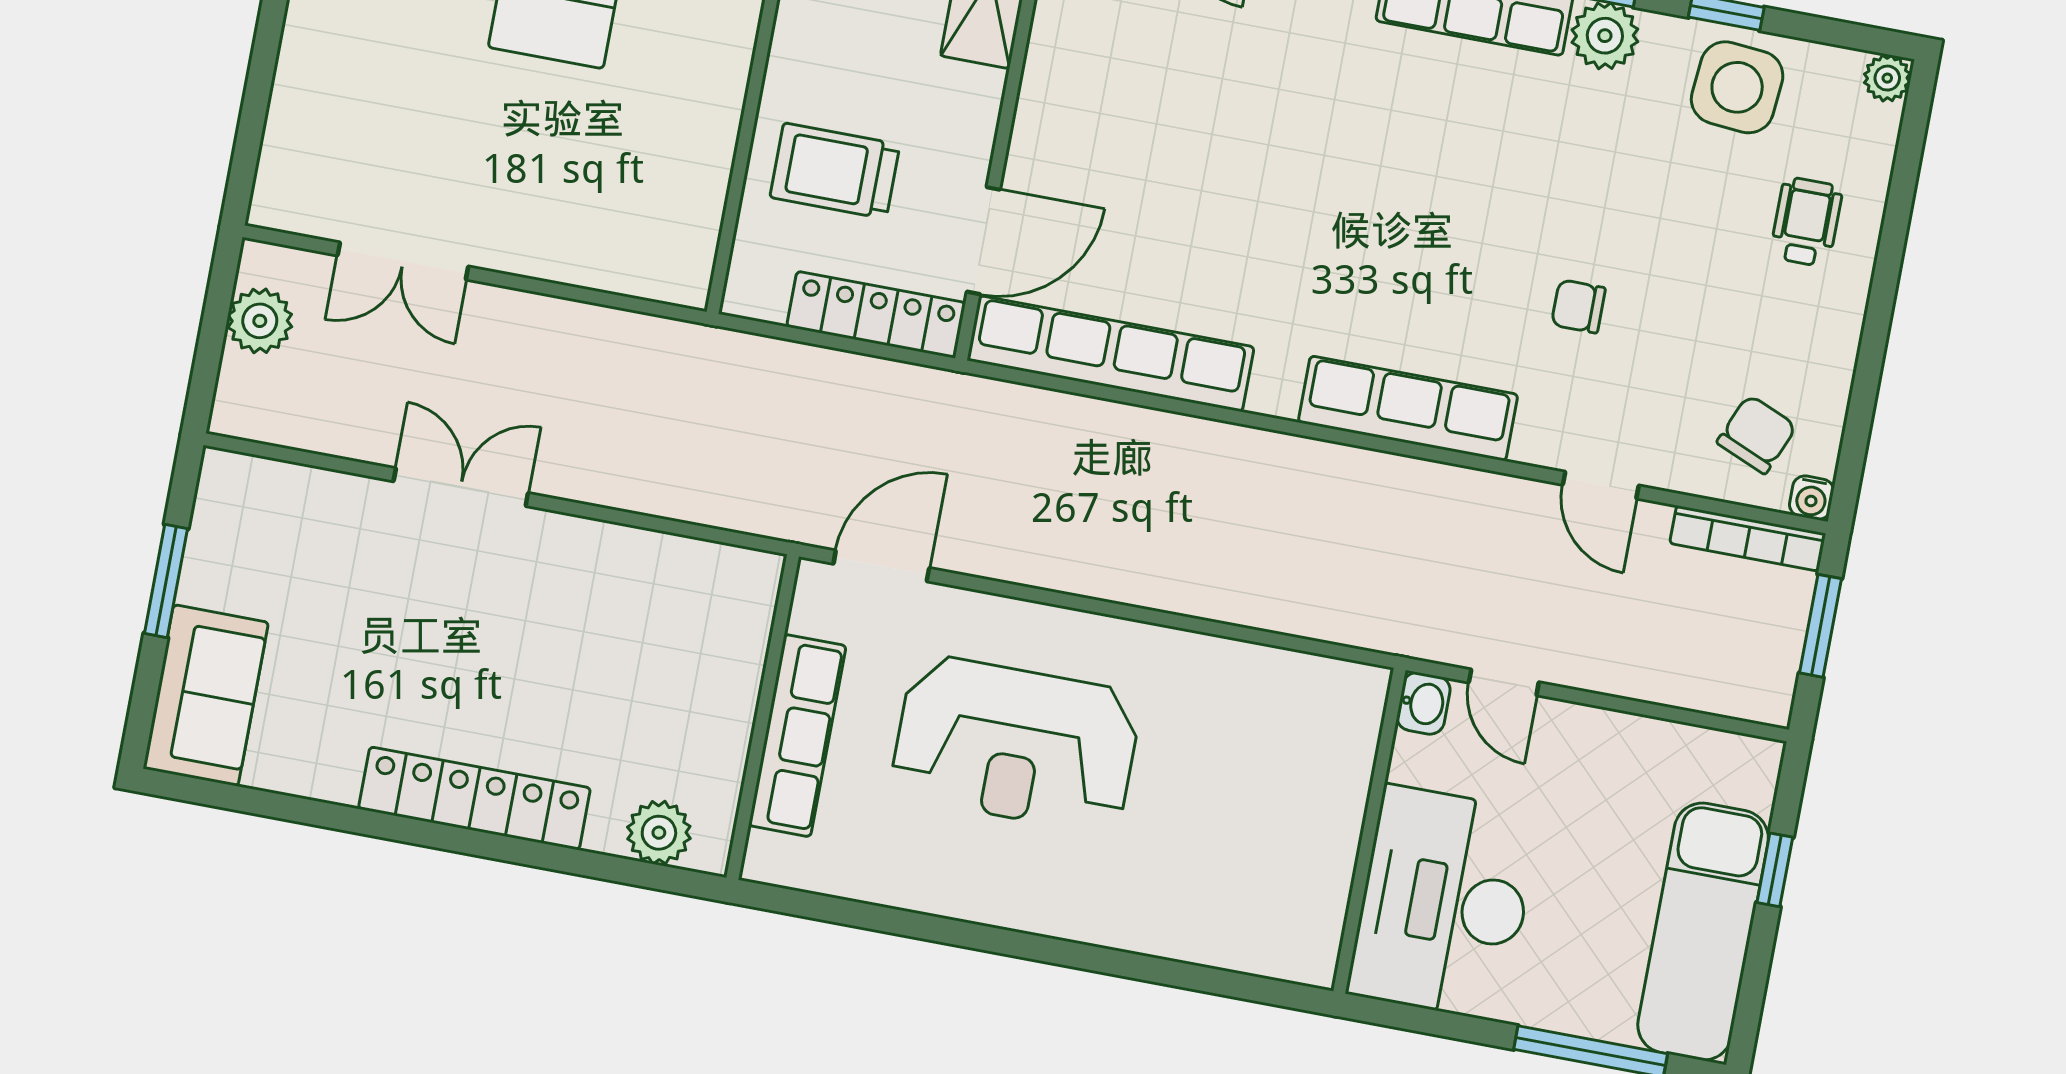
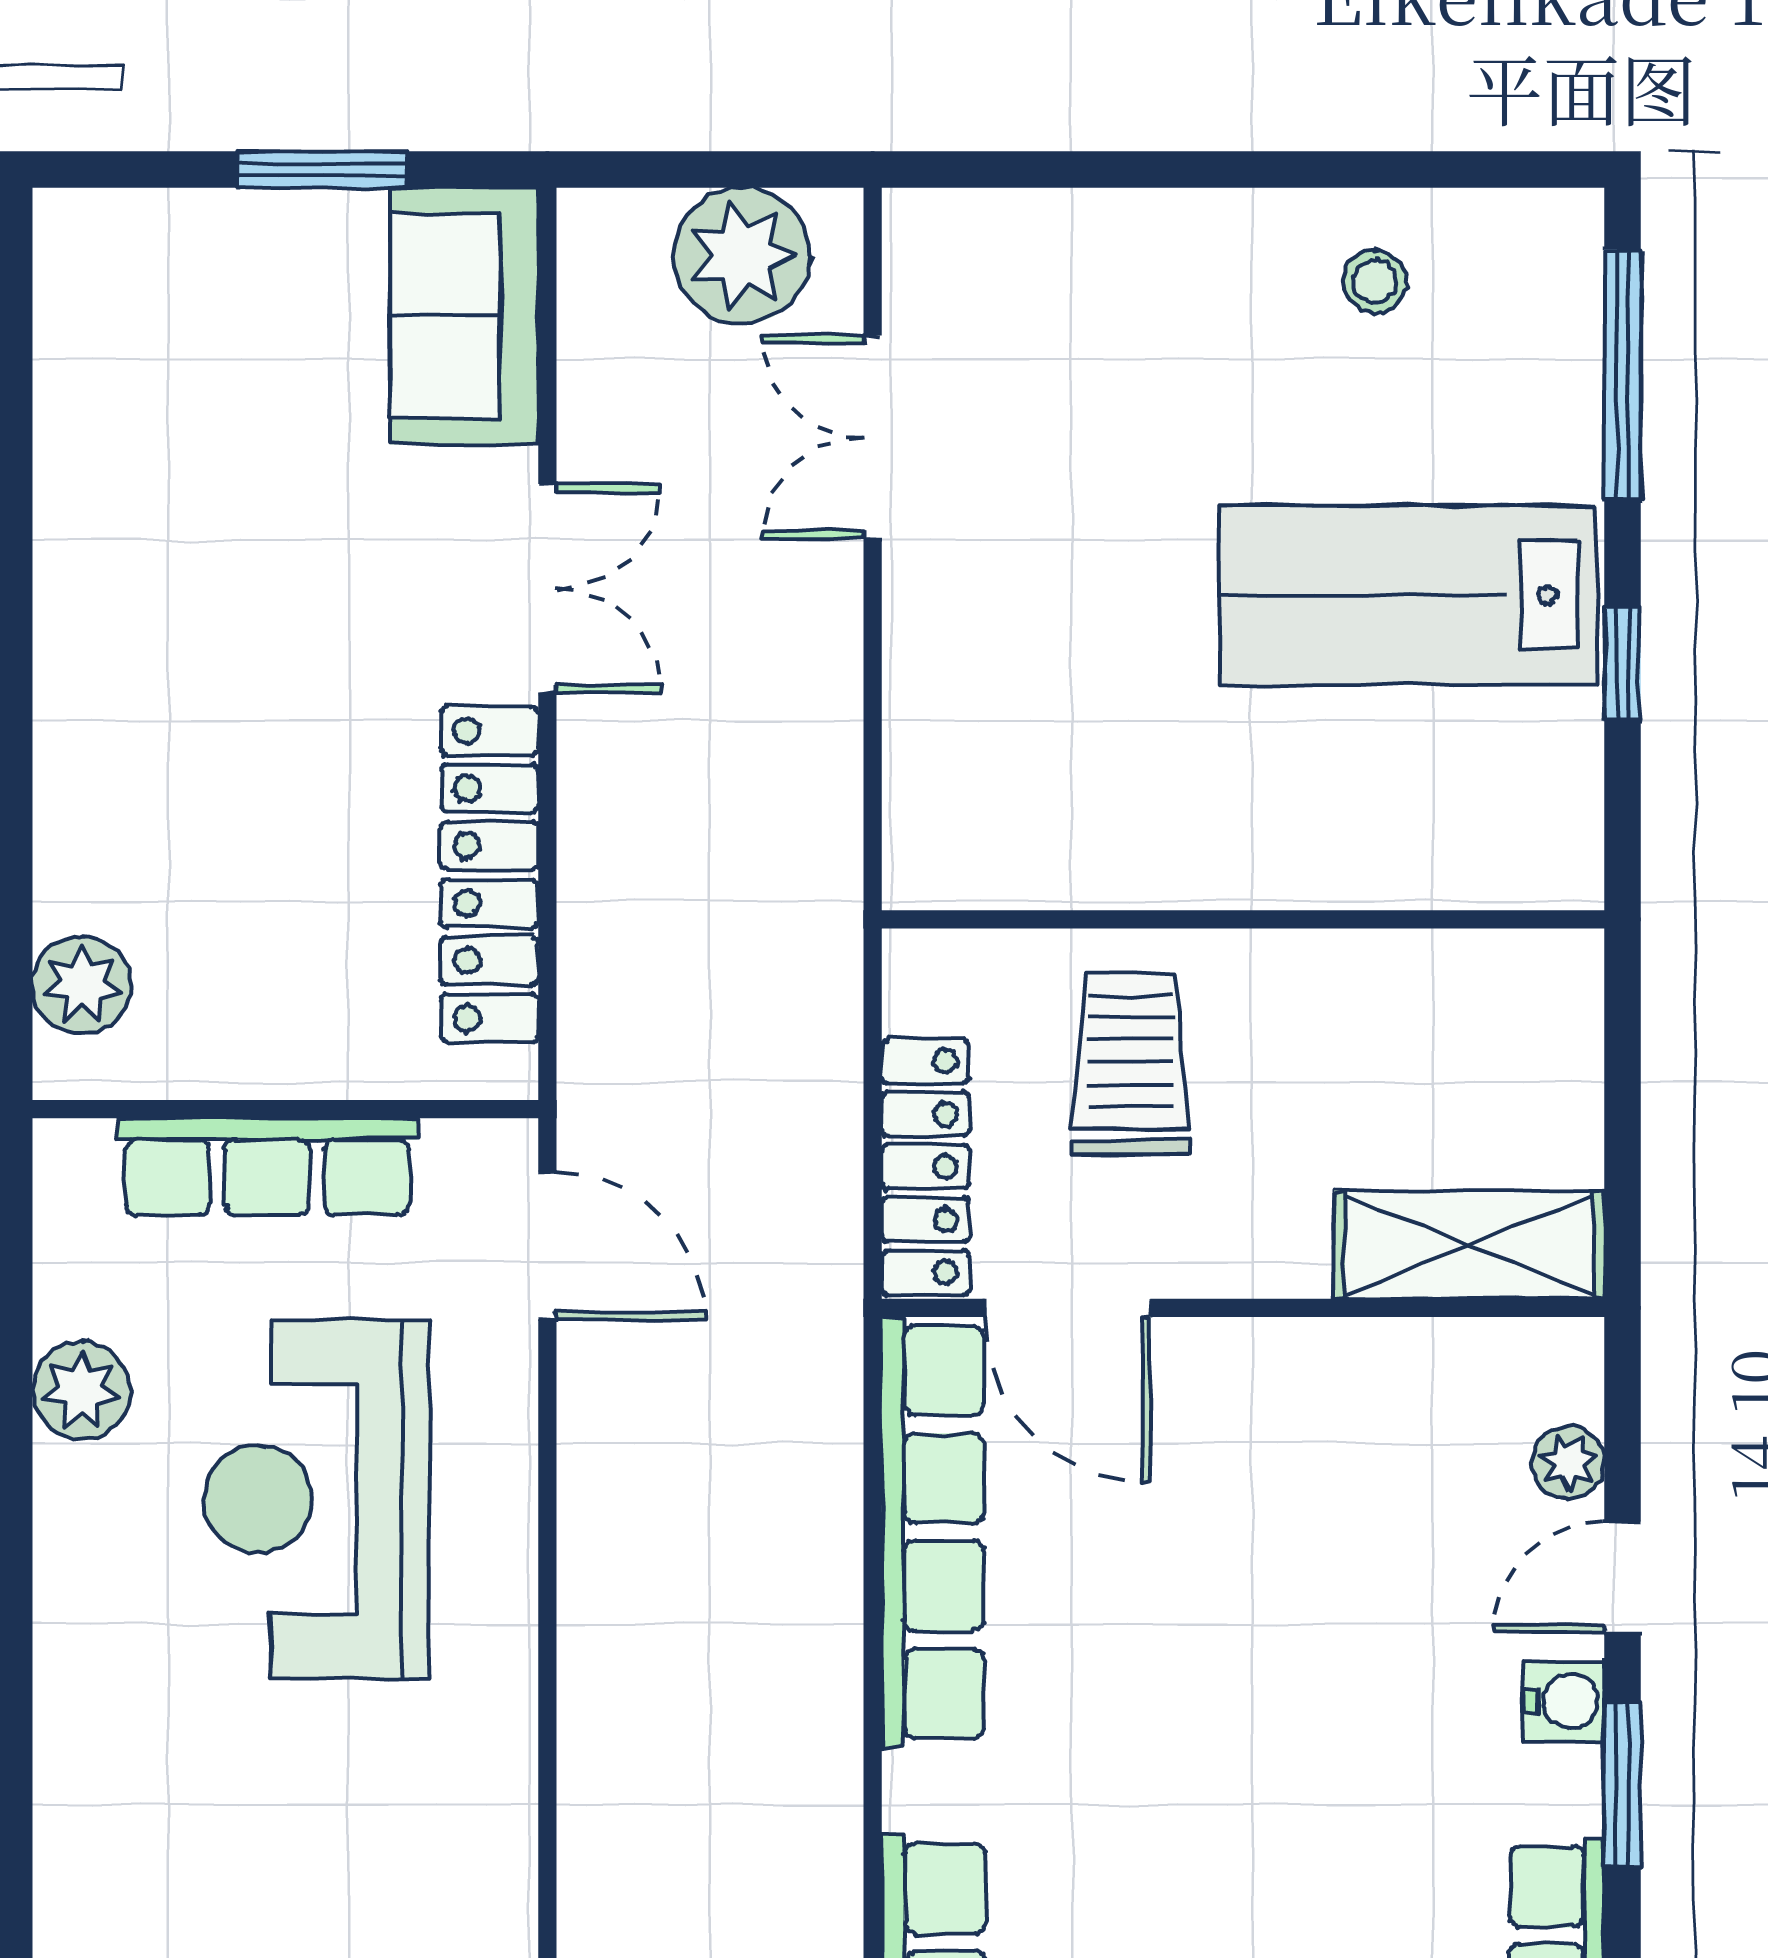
plant: (260, 321) -> (742, 256), width x1.36, depth x1.36
sofa: (206, 695) -> (464, 316), moved, turned 90
locker: (474, 798) -> (490, 874), moved, turned 180
plant: (918, 881) -> (82, 1390), added

